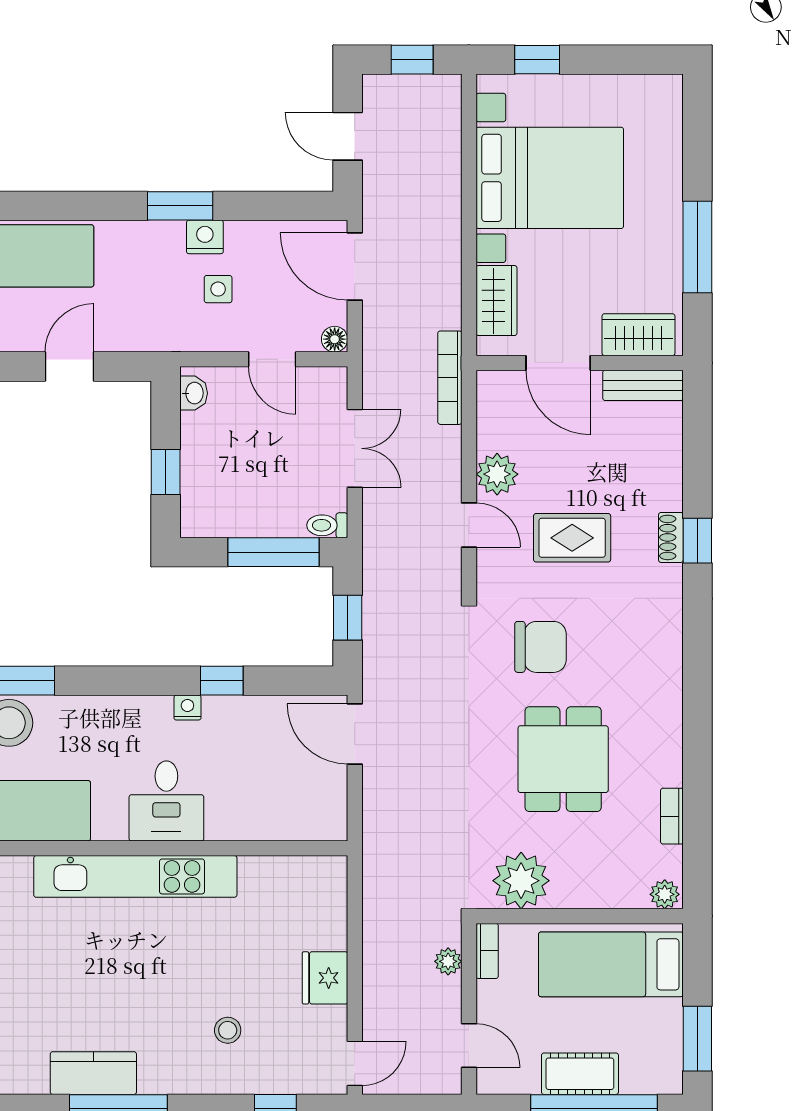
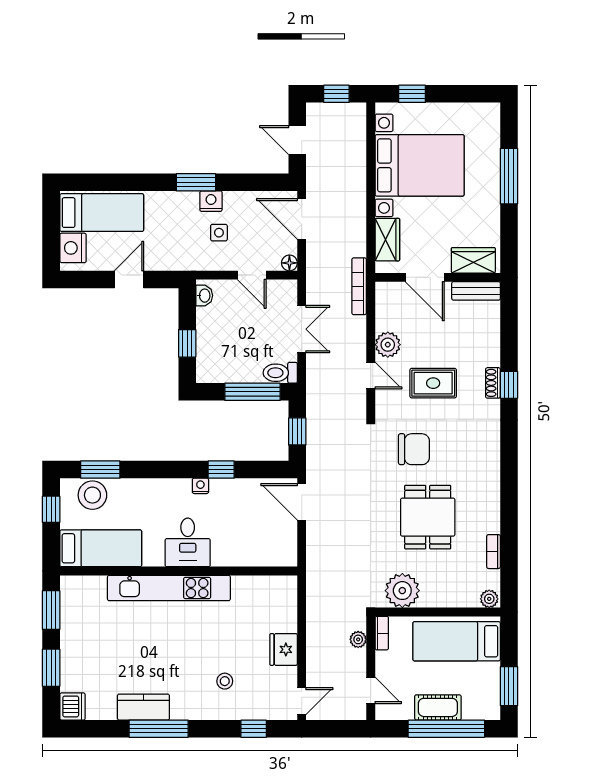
window: (697, 247) -> (509, 176), moved
toilet: (327, 525) -> (280, 373), width x1.37, depth x1.39

